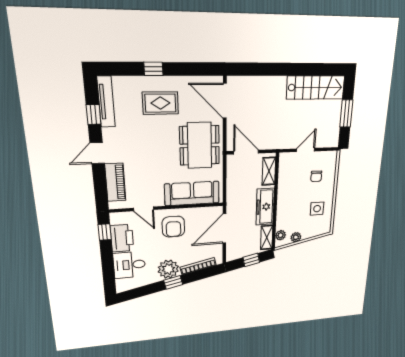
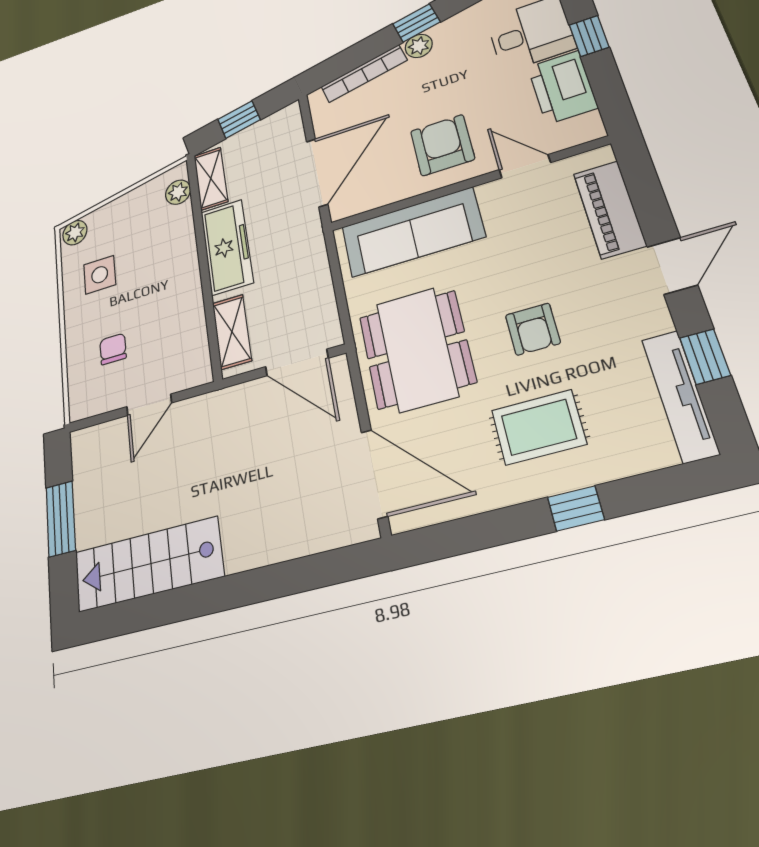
armchair: (154, 142) -> (533, 329), added
window: (105, 232) -> (589, 36), moved
plant: (296, 237) -> (75, 233), moved
plant: (168, 269) -> (419, 46), width x0.53, depth x0.53

